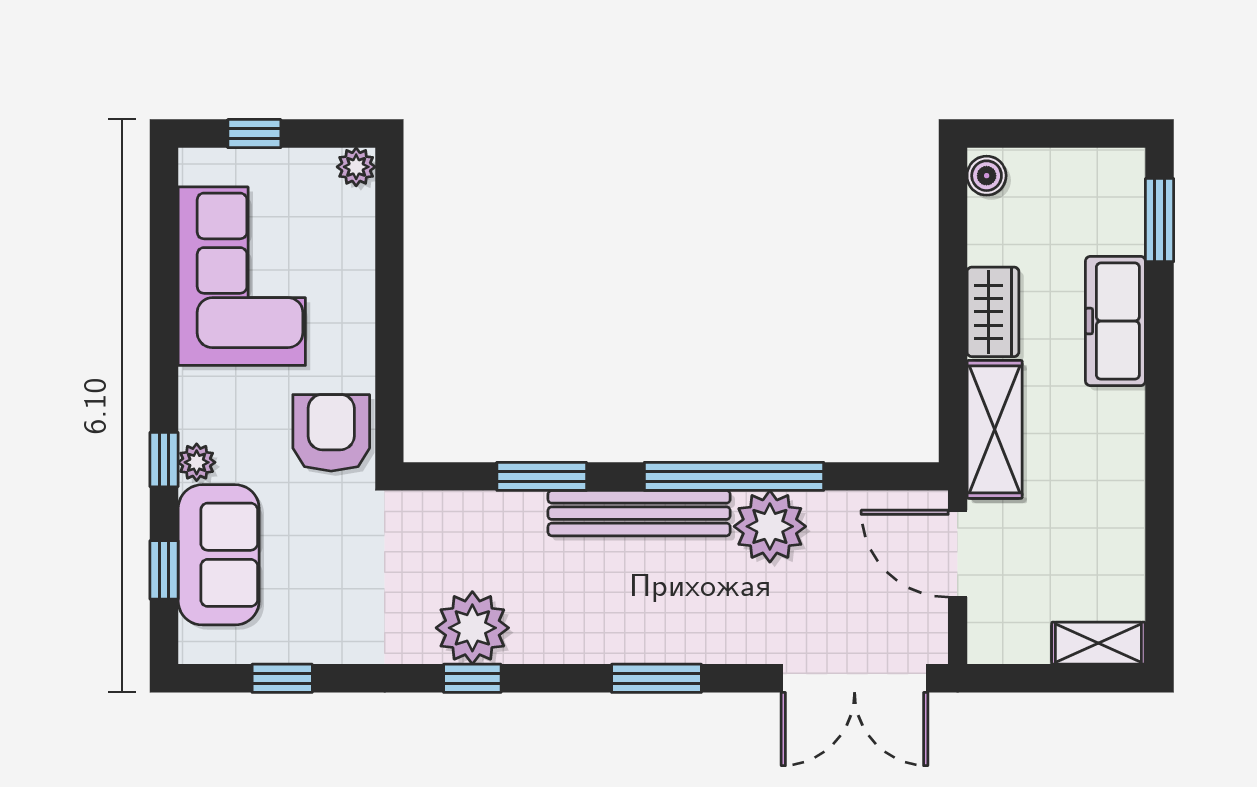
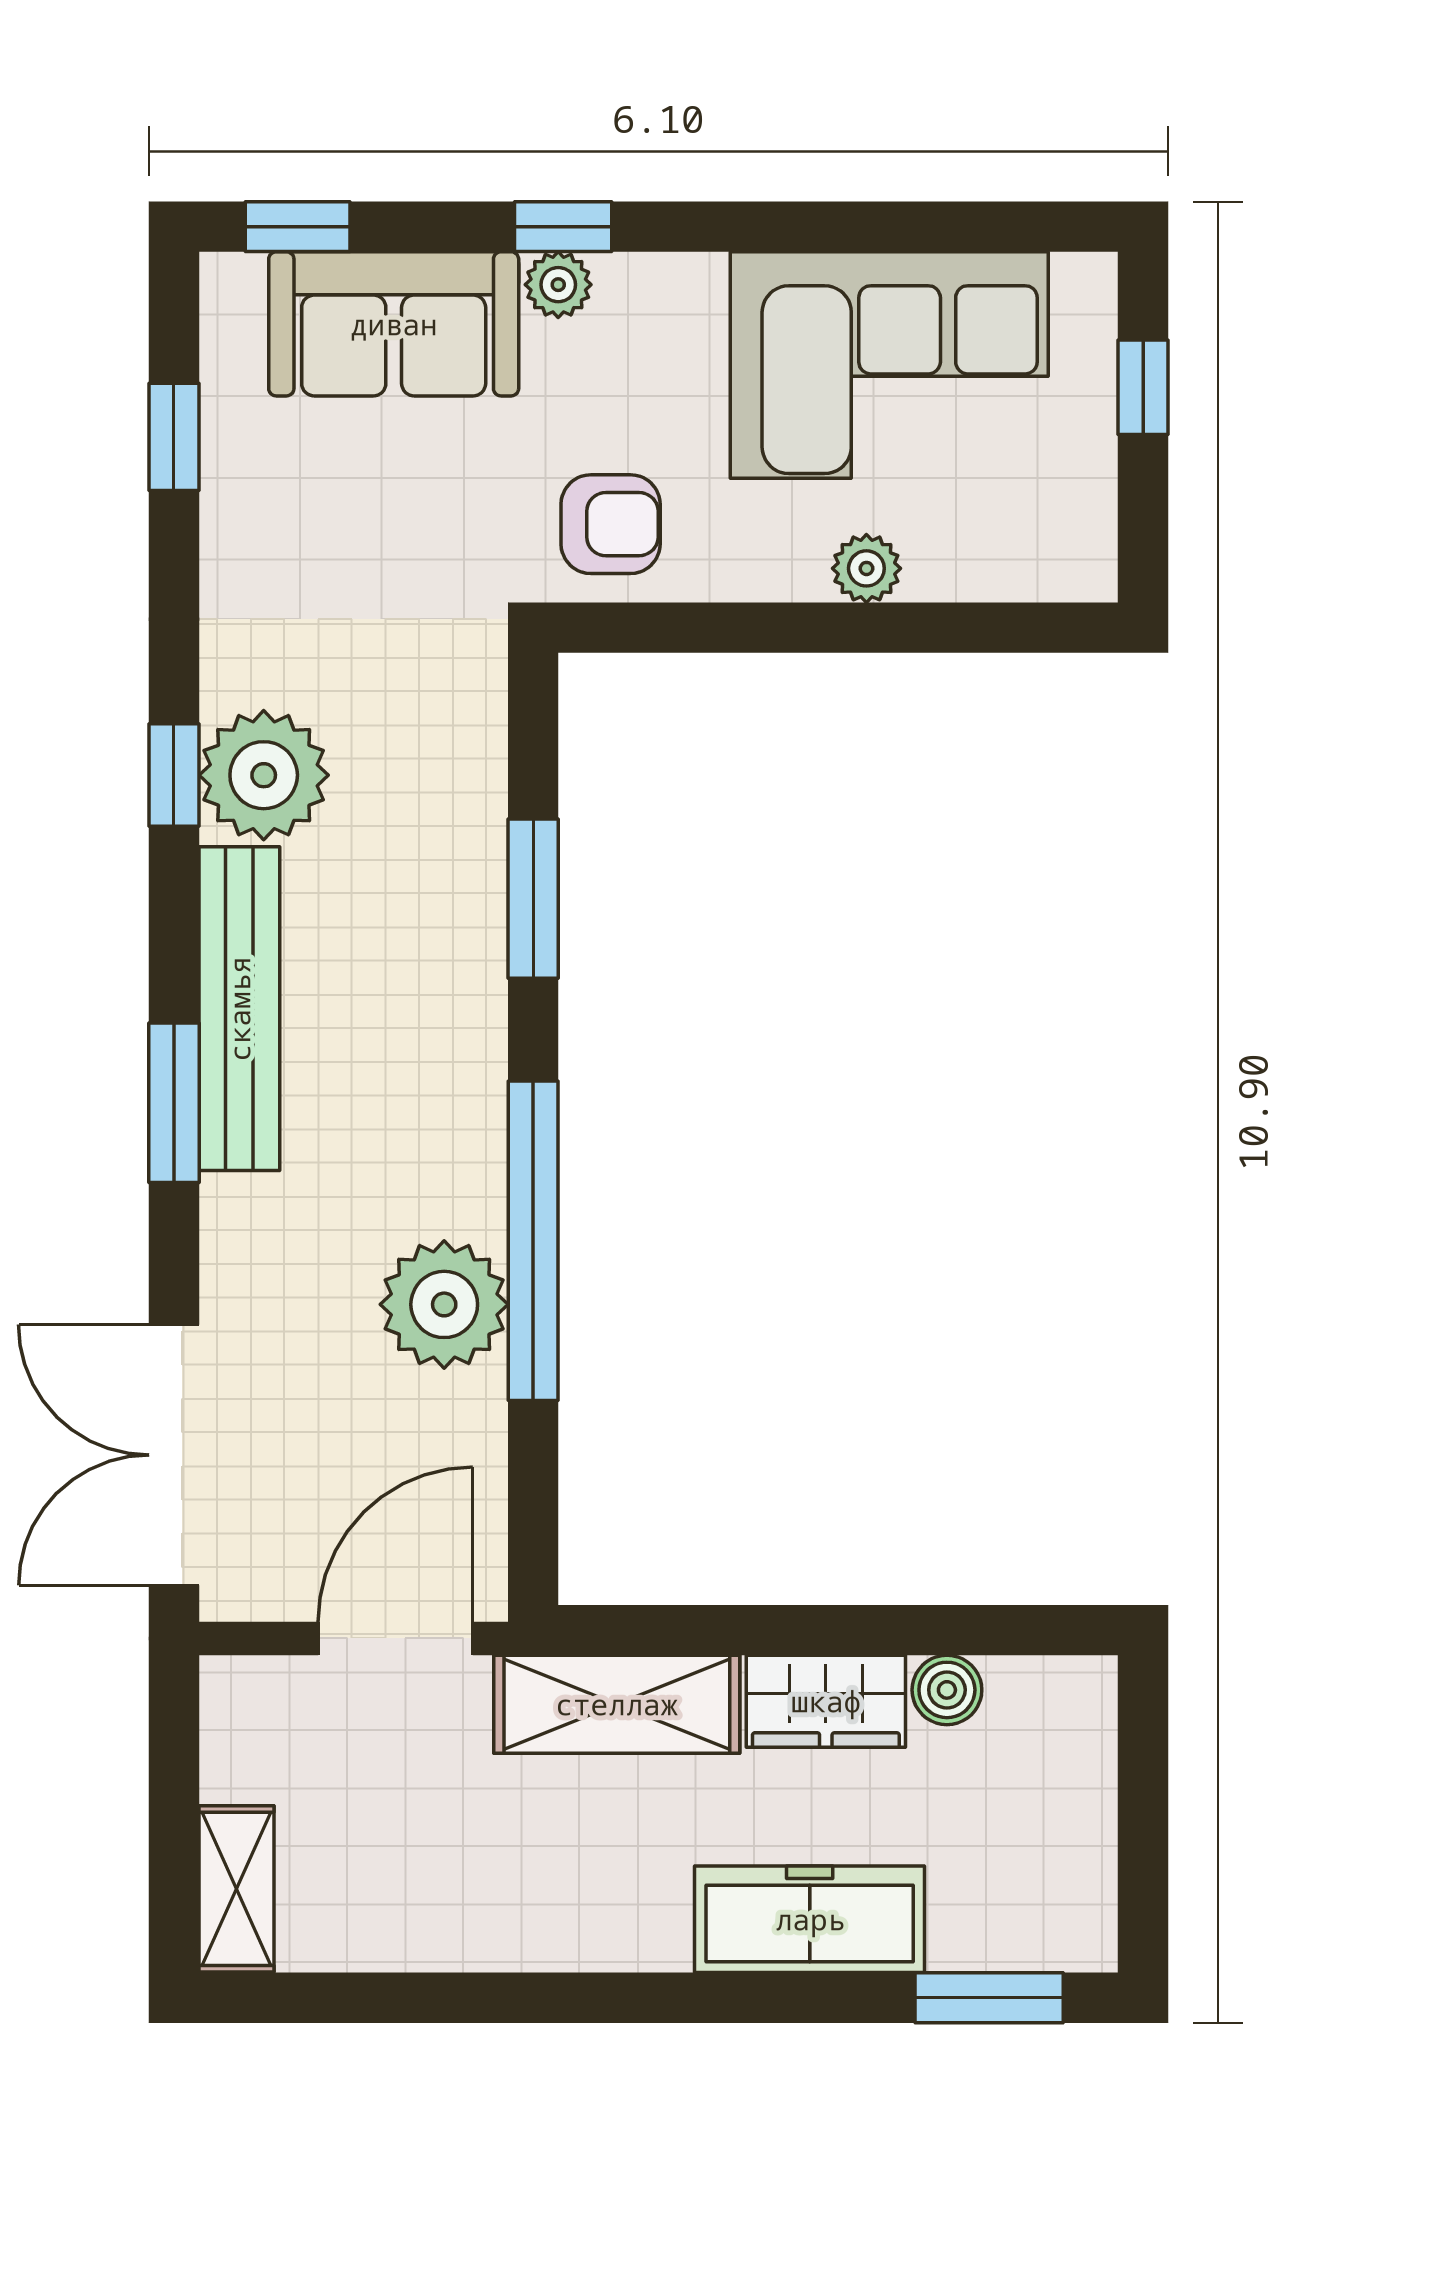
plant: (356, 167) -> (866, 568), moved
boiler: (987, 176) -> (947, 1690), moved
armchair: (331, 433) -> (611, 524), width x0.72, depth x0.72
bench: (639, 513) -> (239, 1009), moved
window: (164, 570) -> (298, 227), moved

